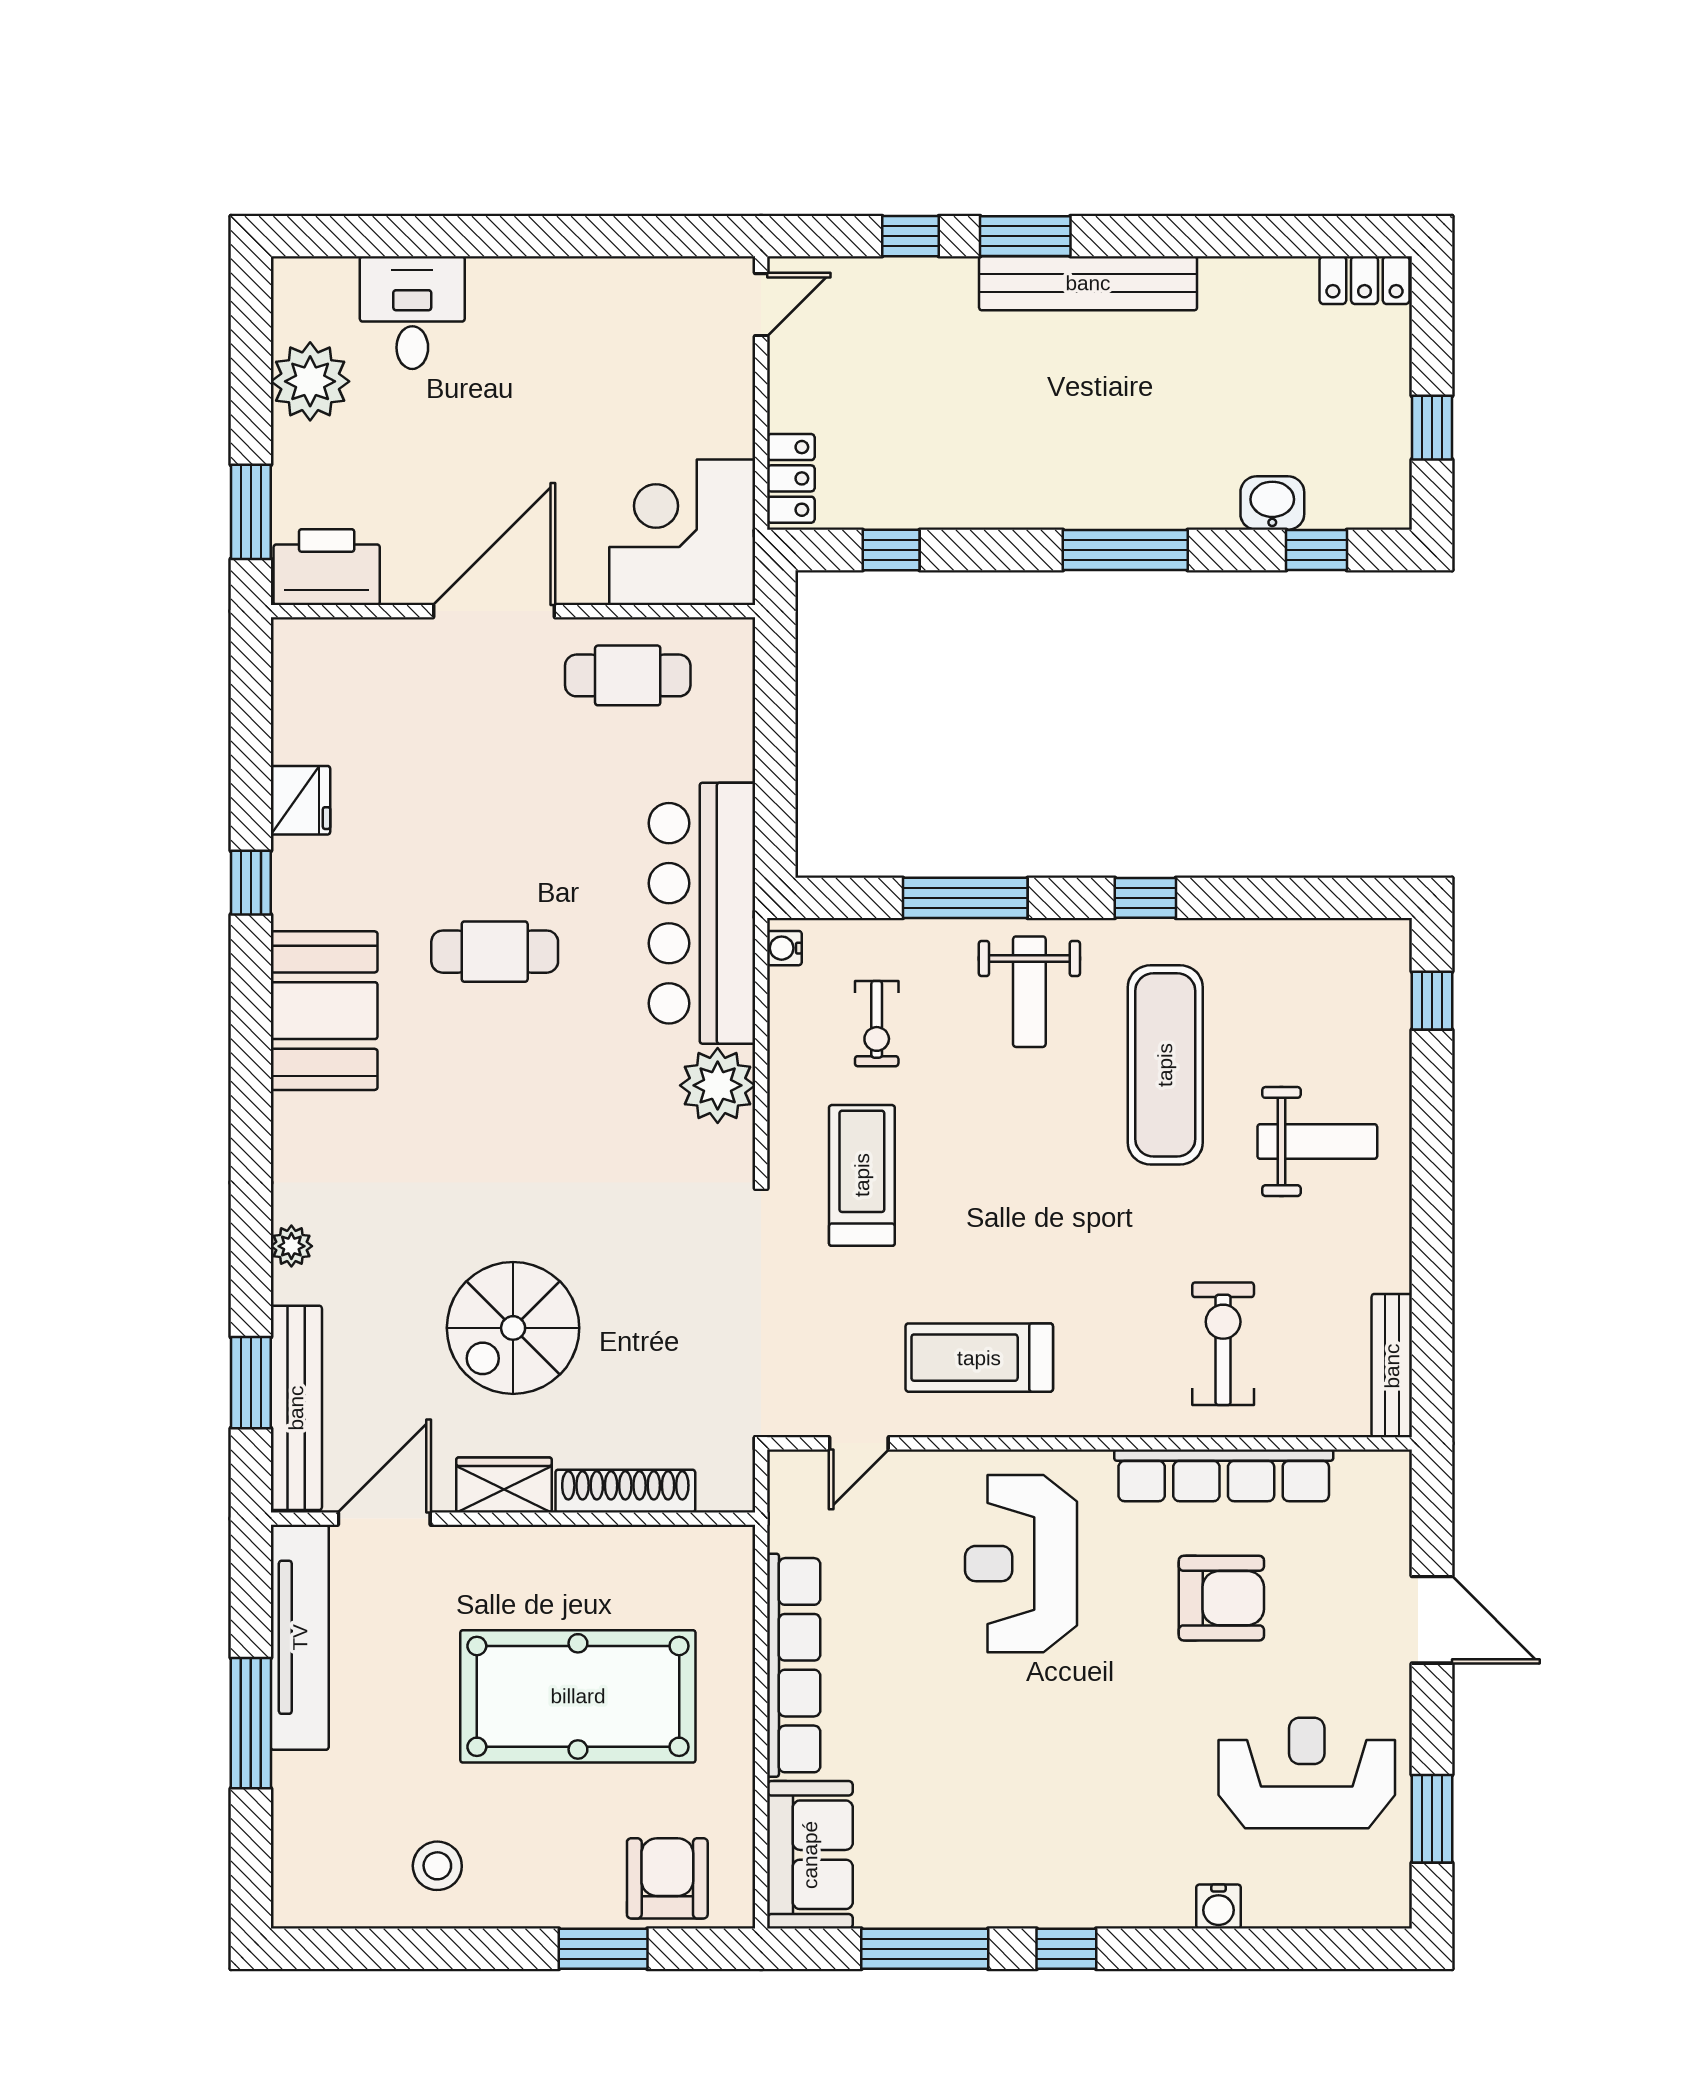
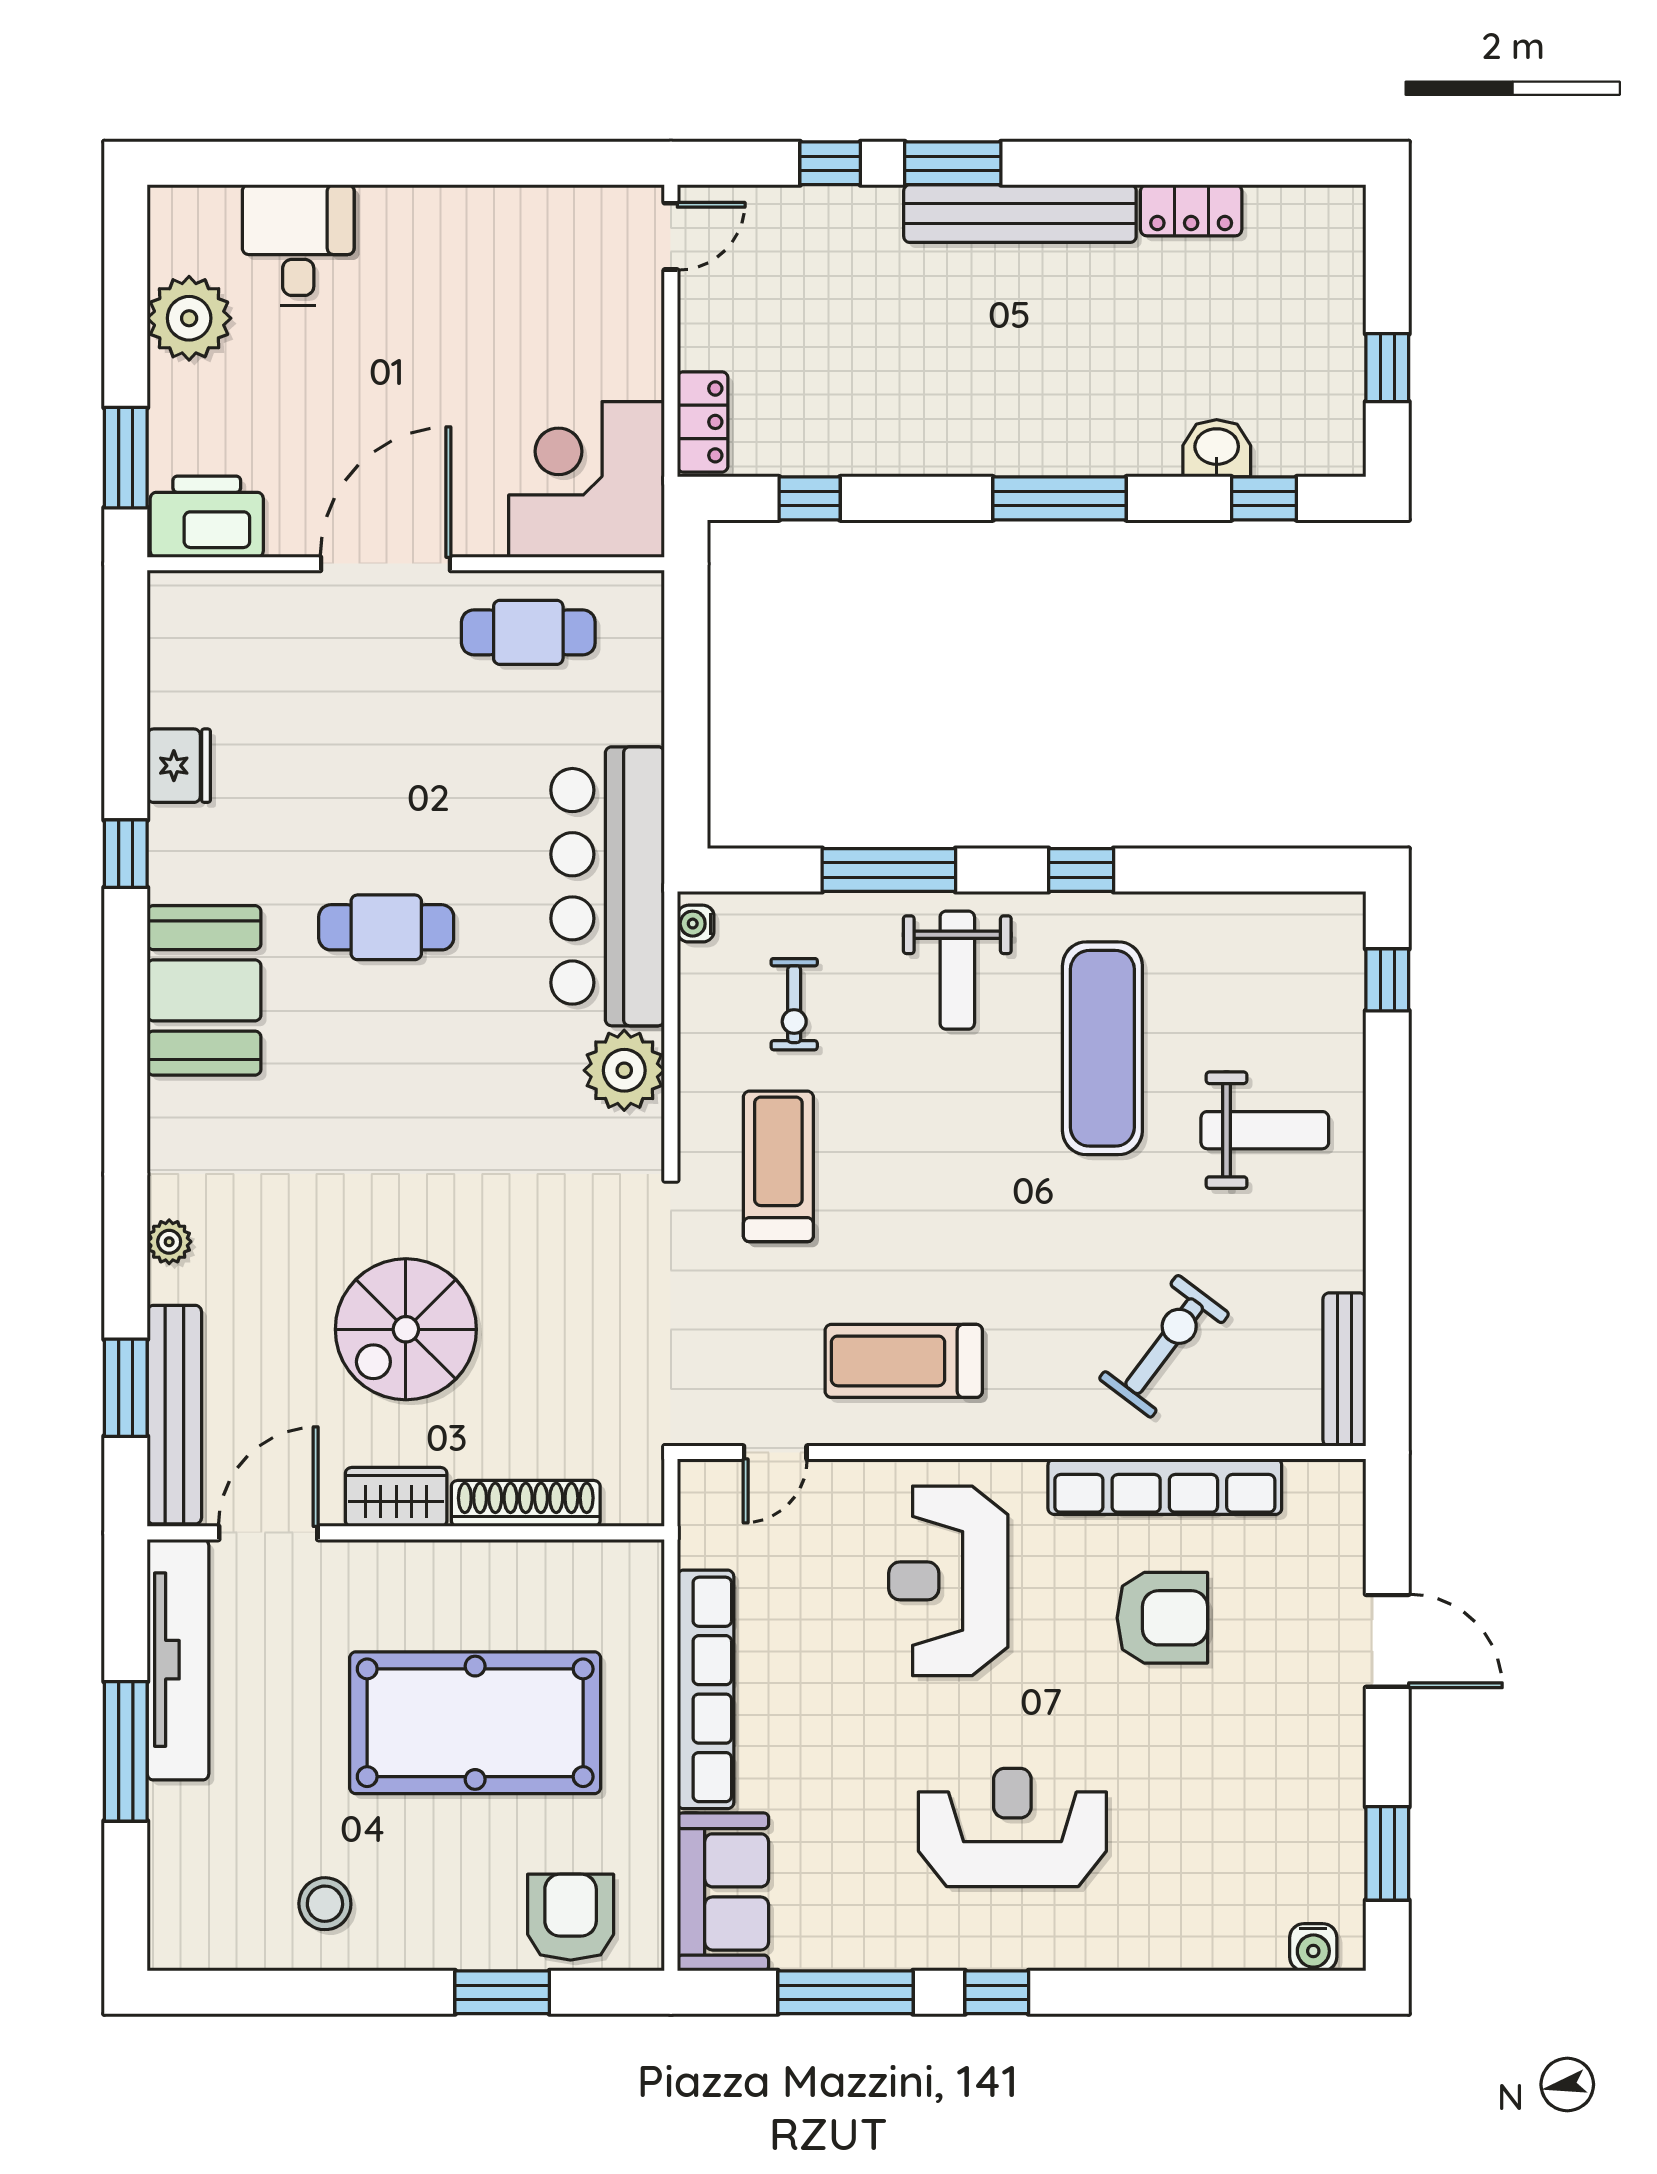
locker: (1365, 280) -> (1191, 210), moved
exercise bike: (1223, 1344) -> (1164, 1346), turned 37
reception desk: (1307, 1773) -> (1012, 1827), moved
water cooler: (1219, 1907) -> (1313, 1947), moved

